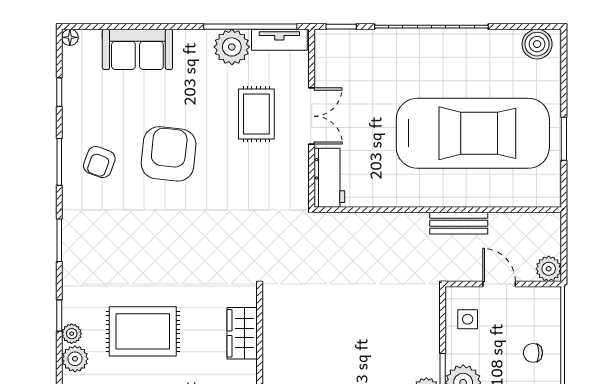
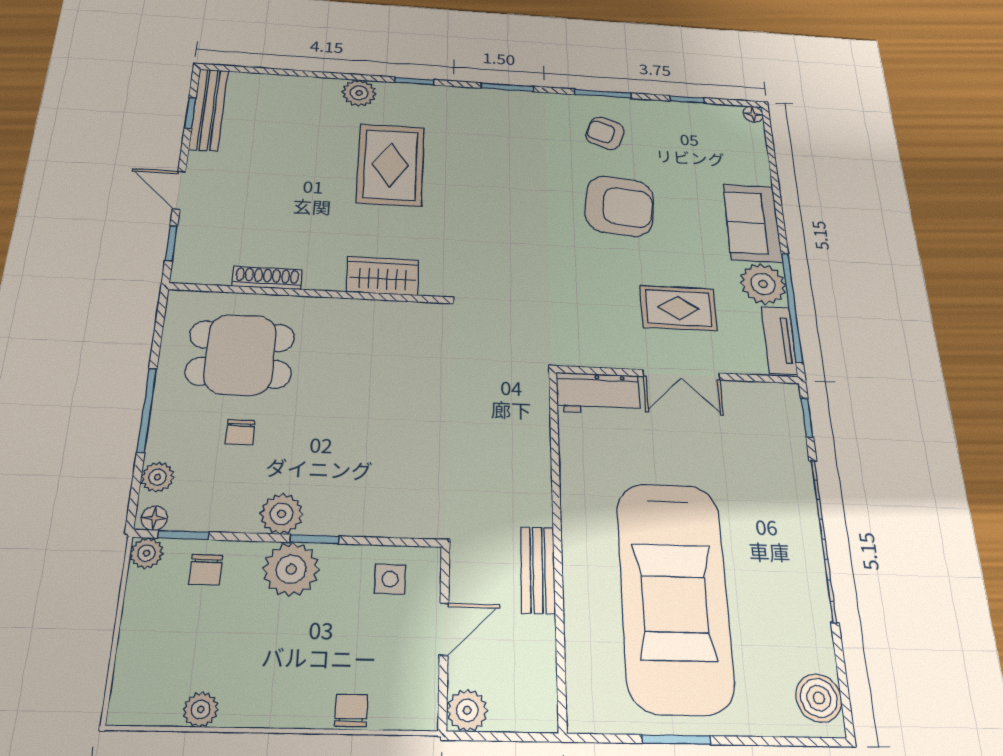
sofa: (137, 49) -> (752, 223), moved
plant: (72, 334) -> (391, 92), removed
chair: (533, 353) -> (351, 710), moved

